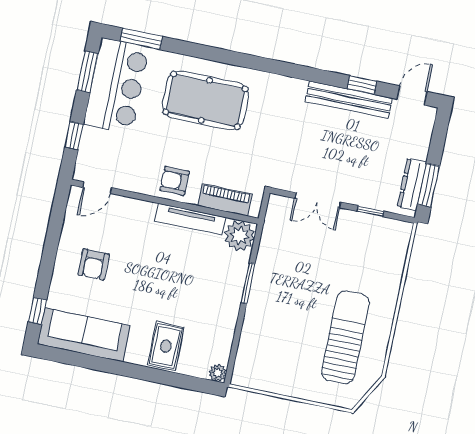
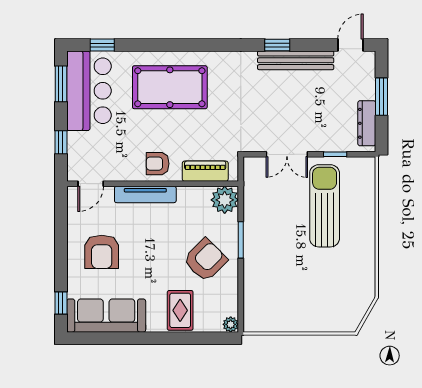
window: (141, 39) -> (102, 45), width x0.67
window: (362, 85) -> (277, 45), moved
window: (429, 185) -> (382, 97), moved
tv unit: (191, 219) -> (145, 194), moved
armchair: (94, 264) -> (102, 252), width x1.38, depth x1.38
armchair: (205, 297) -> (205, 260), added
sun lounger: (345, 337) -> (325, 206), moved

